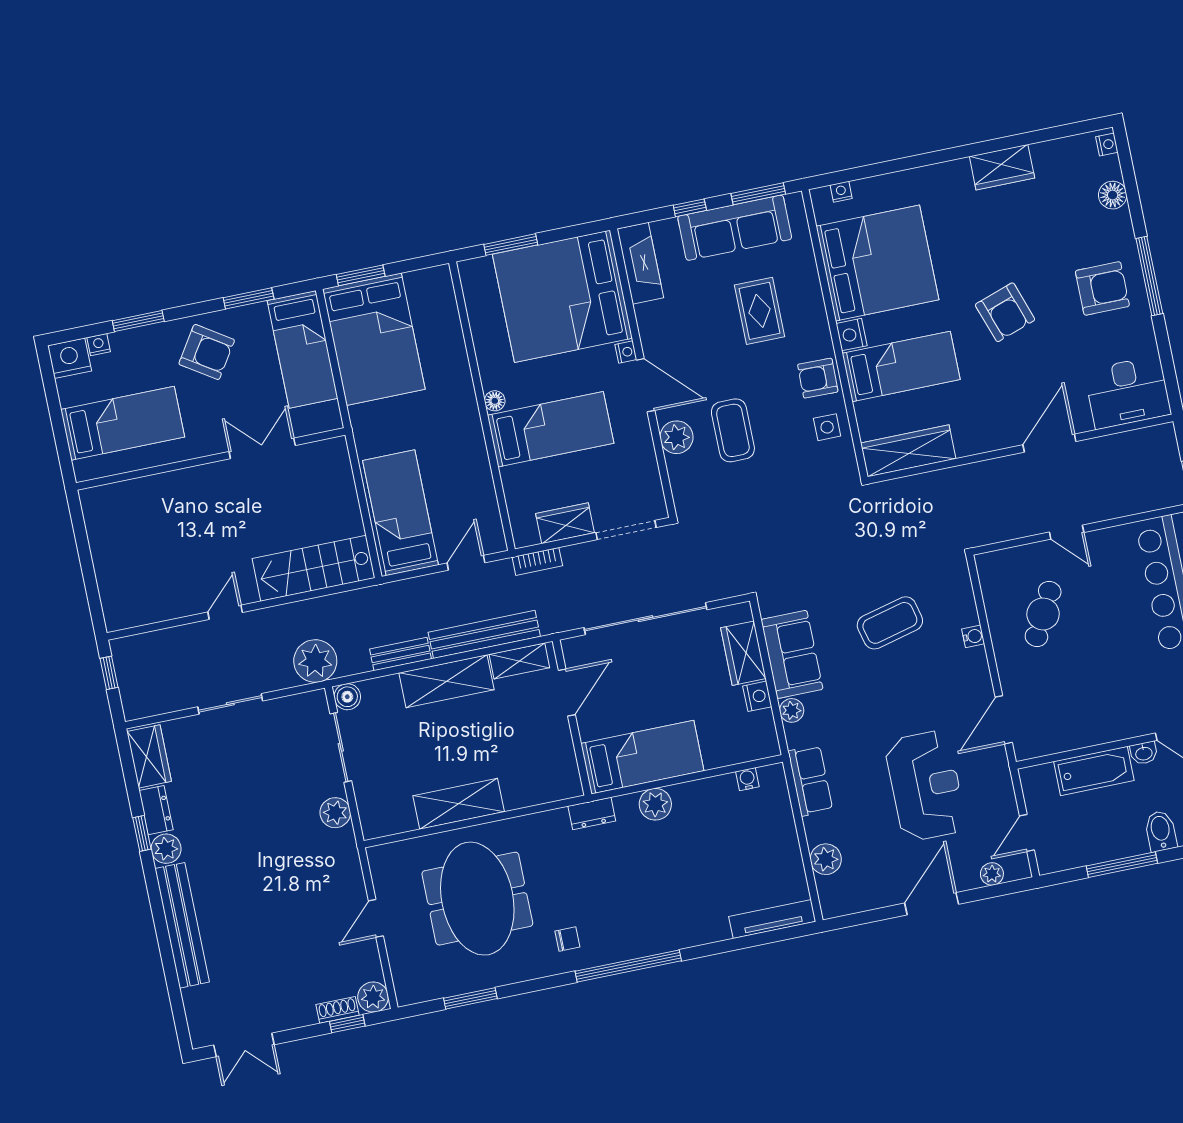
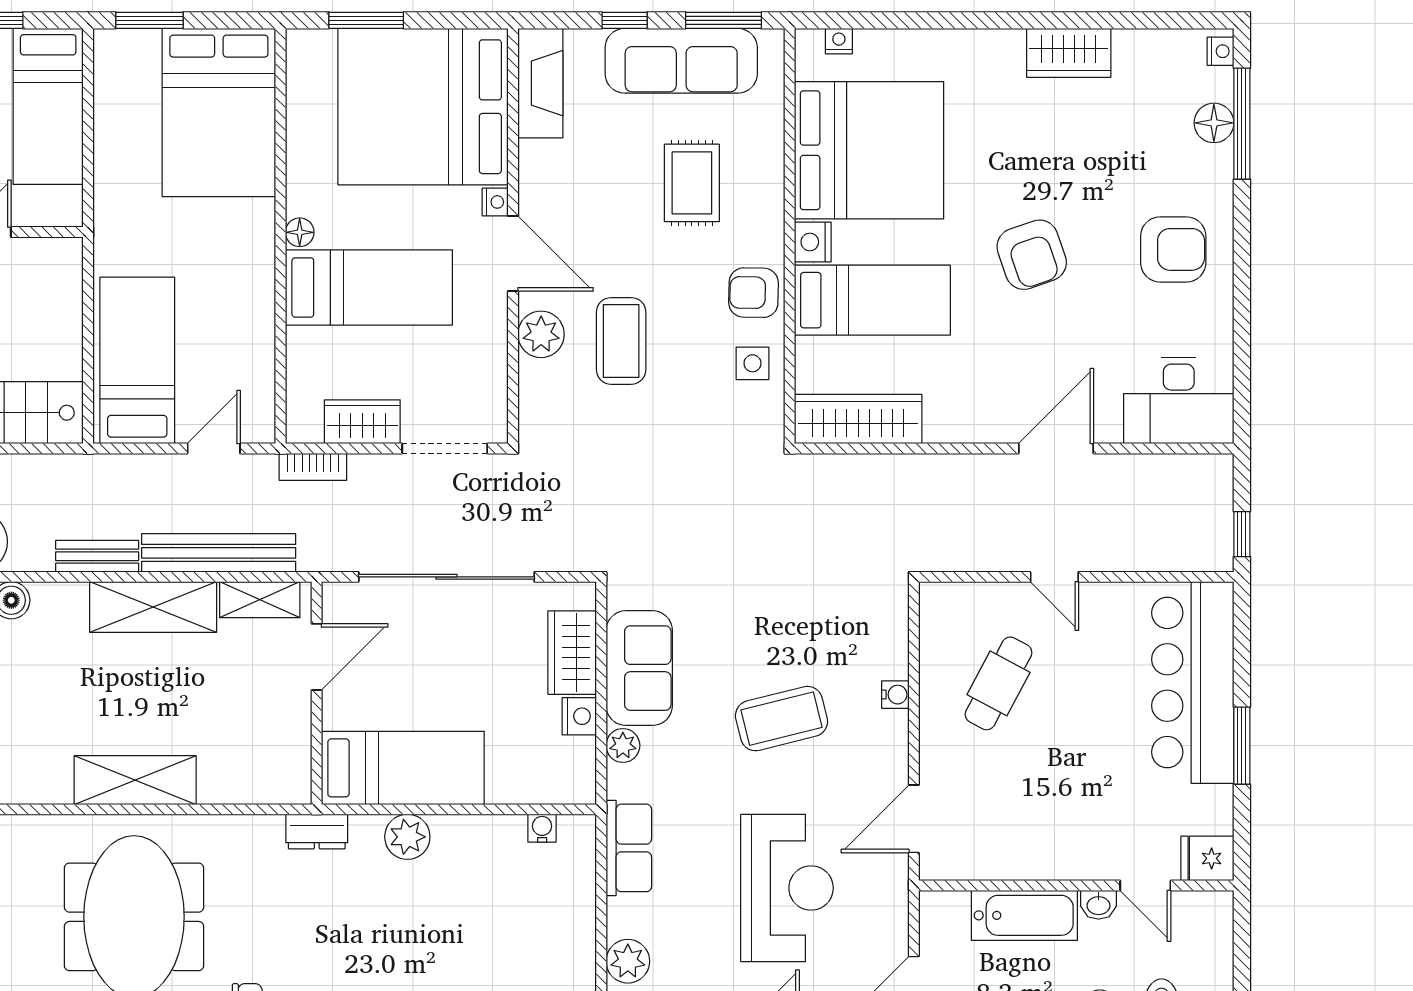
window: (1149, 276) -> (1242, 124), moved
bed: (374, 339) -> (219, 113), moved
coffee table: (890, 623) -> (781, 719), moved

